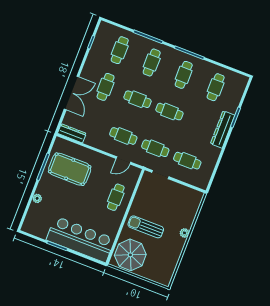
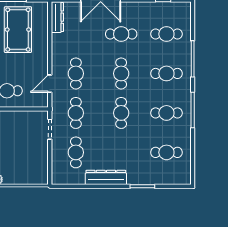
dresser: (223, 129) -> (106, 177), moved
door: (123, 160) -> (50, 84), hinge flipped

